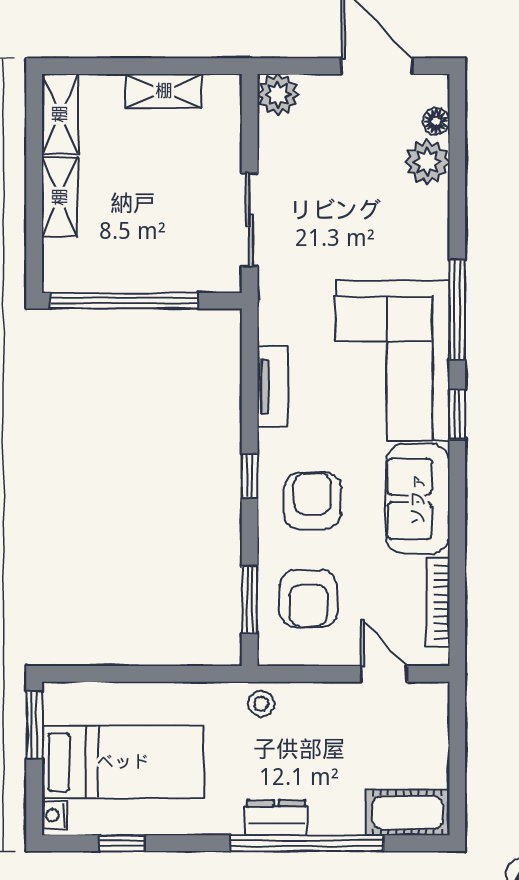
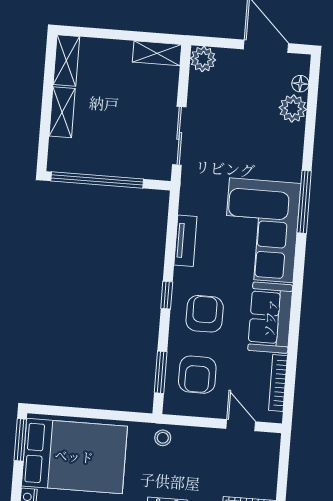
shelving: (164, 91) -> (157, 53), moved
window: (457, 414) -> (299, 267), removed
bed: (123, 762) -> (74, 456), width x1.50

